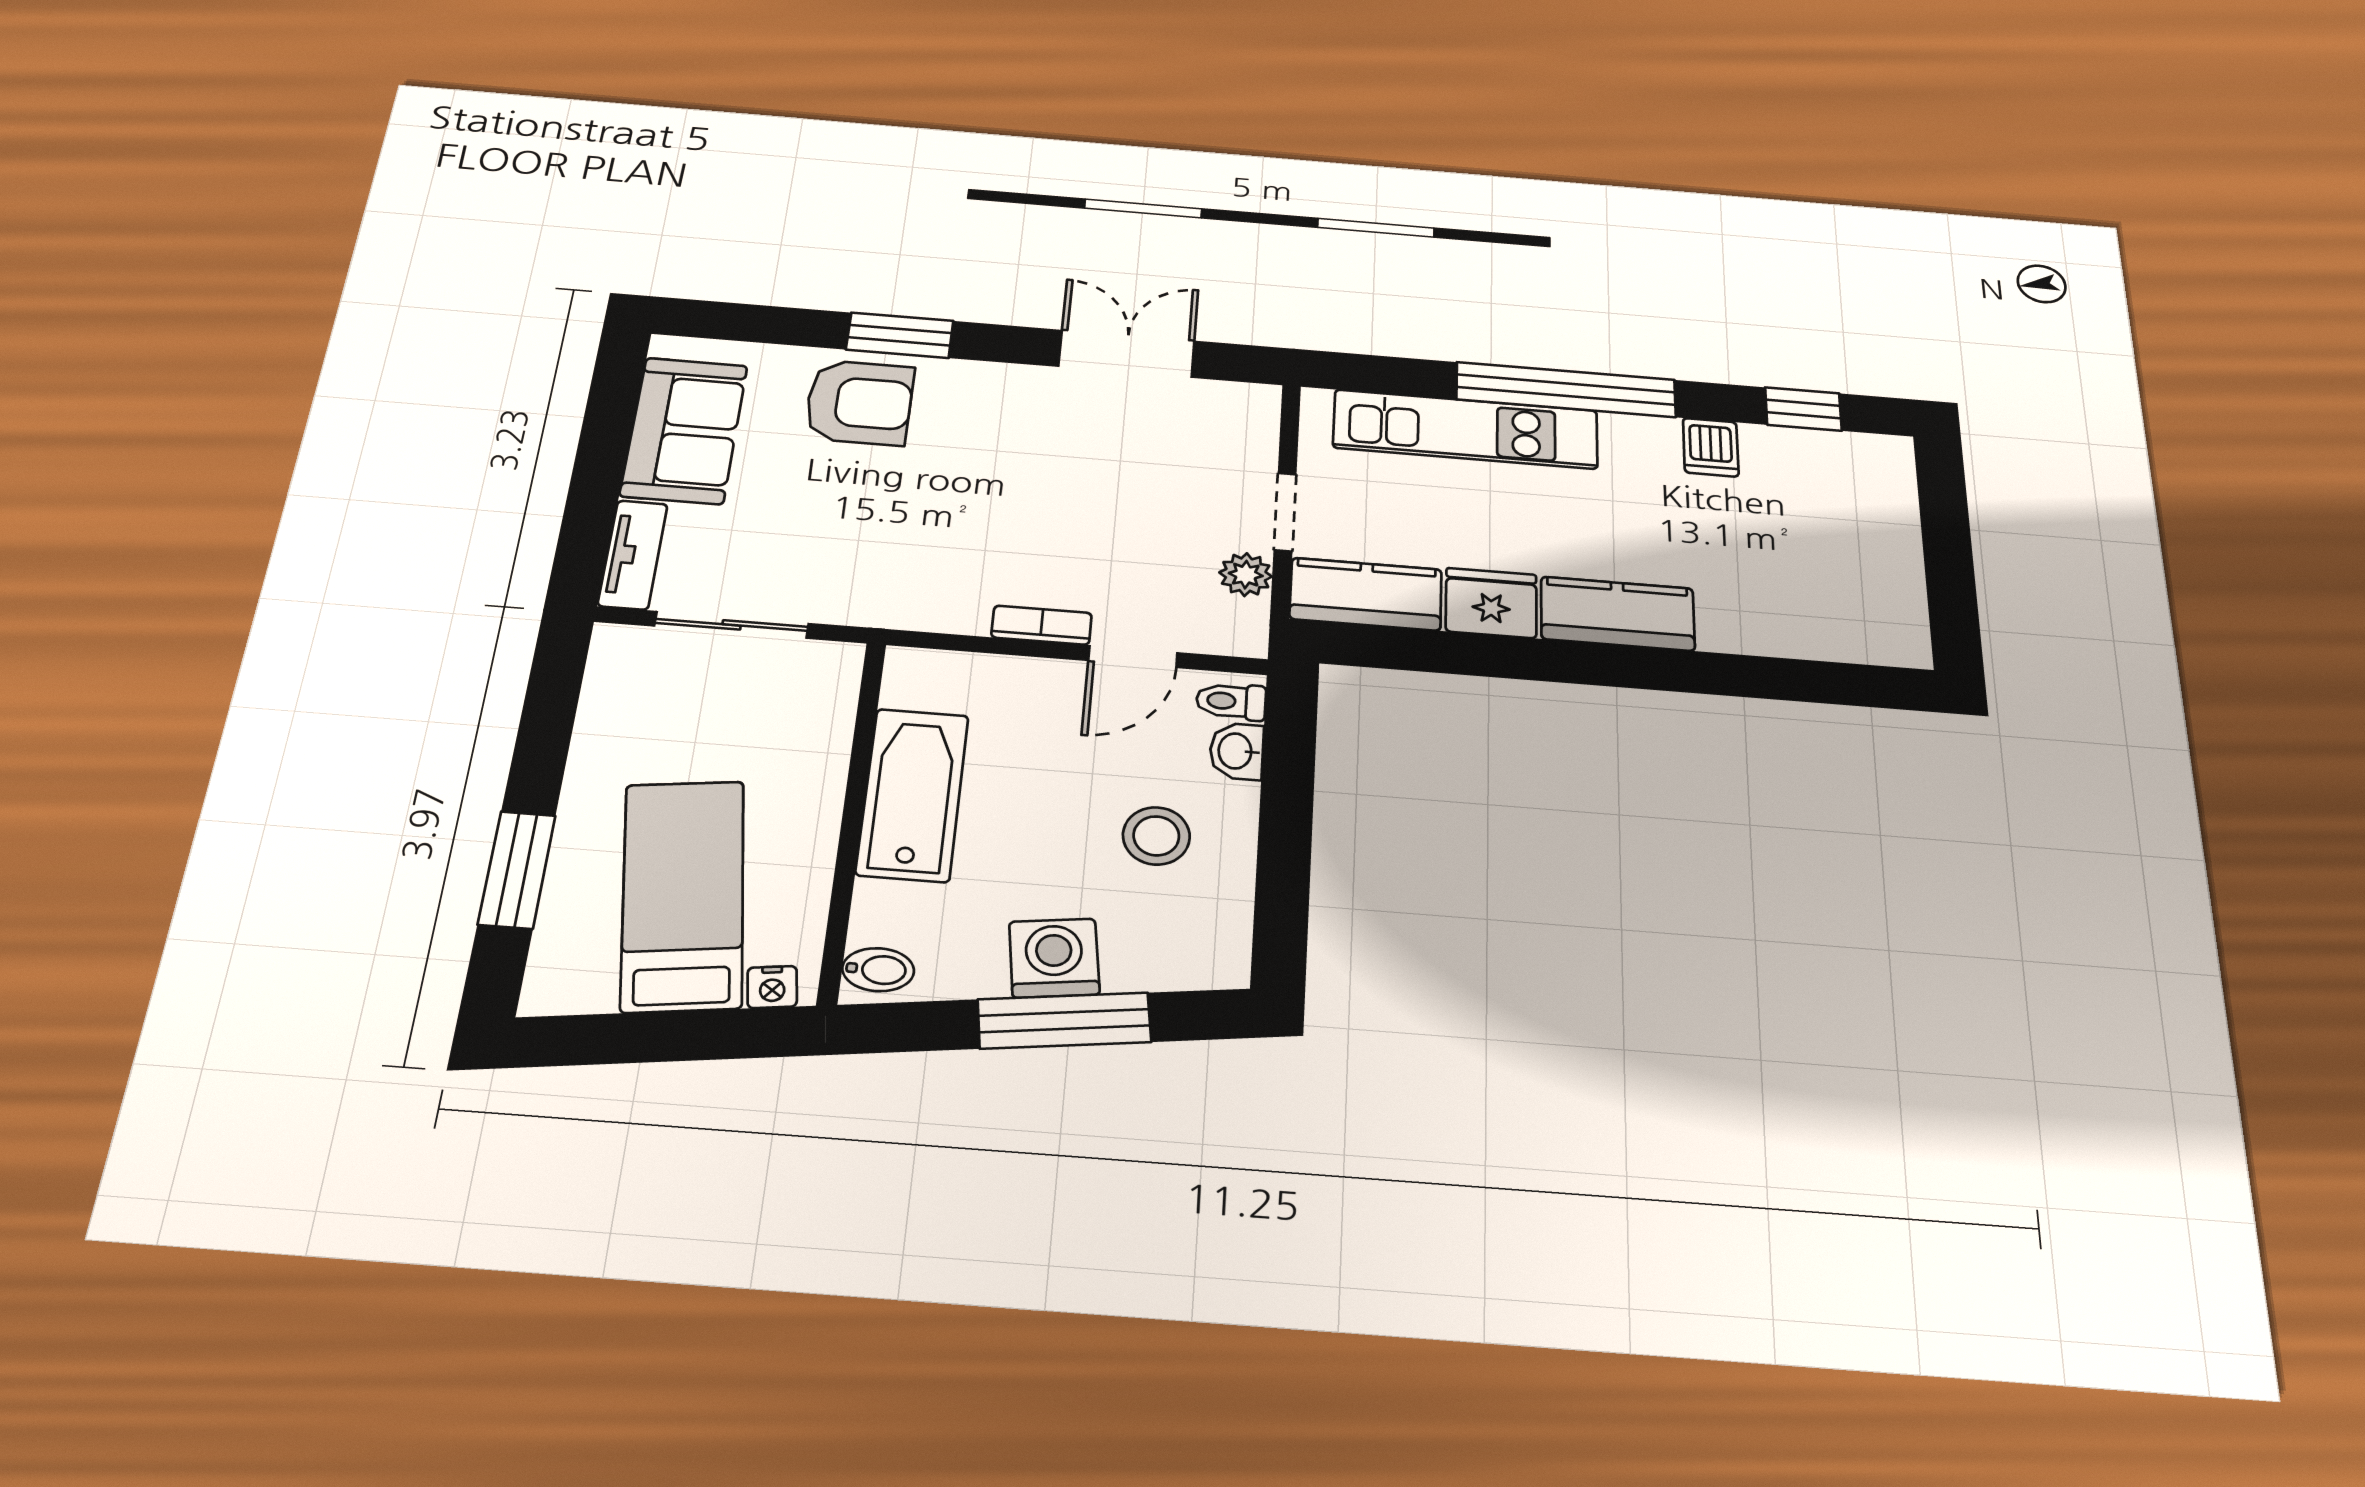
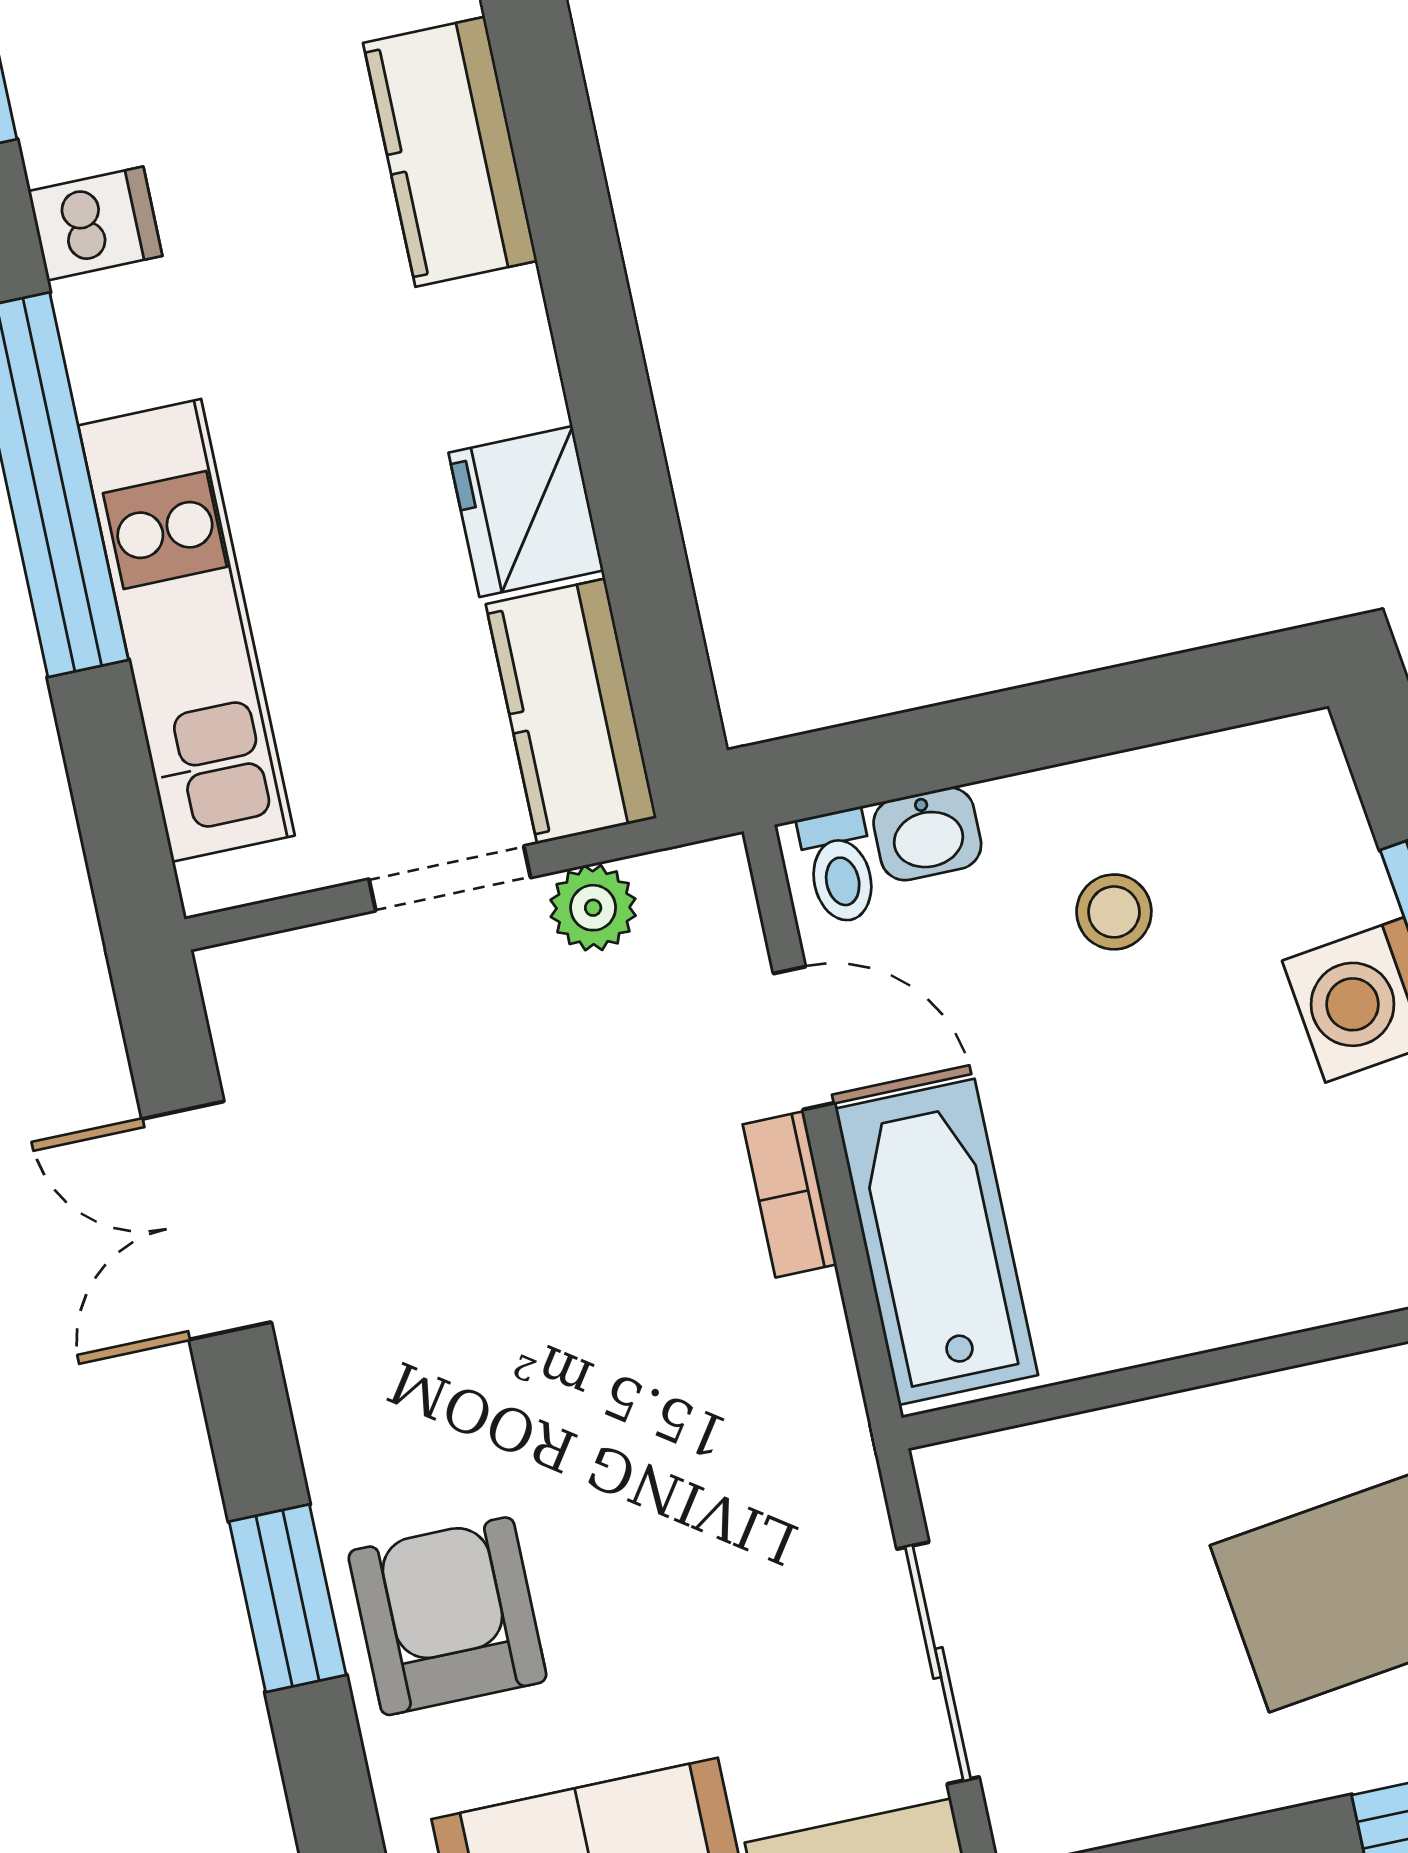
kitchen counter: (1618, 614) -> (450, 152), moved
bathtub: (913, 794) -> (937, 1242), moved, turned 90
stool: (1156, 836) -> (1114, 912), width x0.73, depth x0.73

